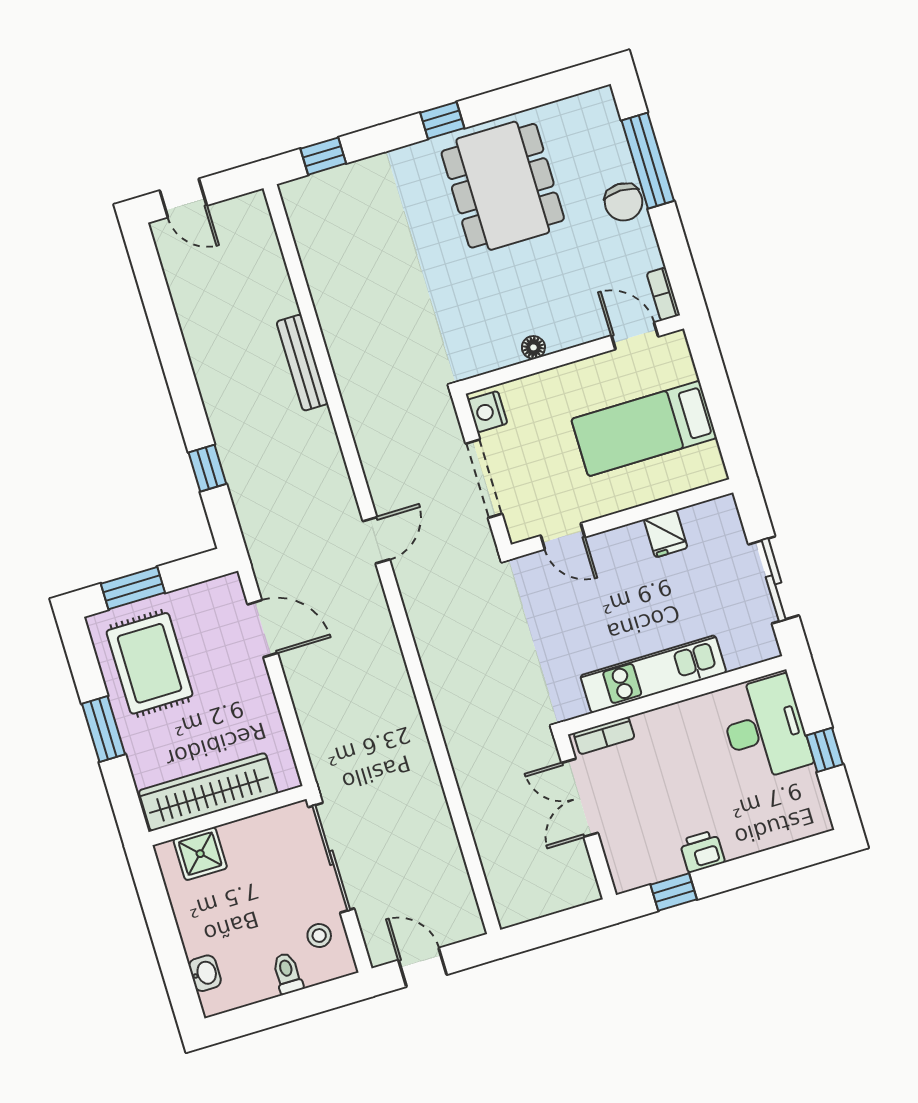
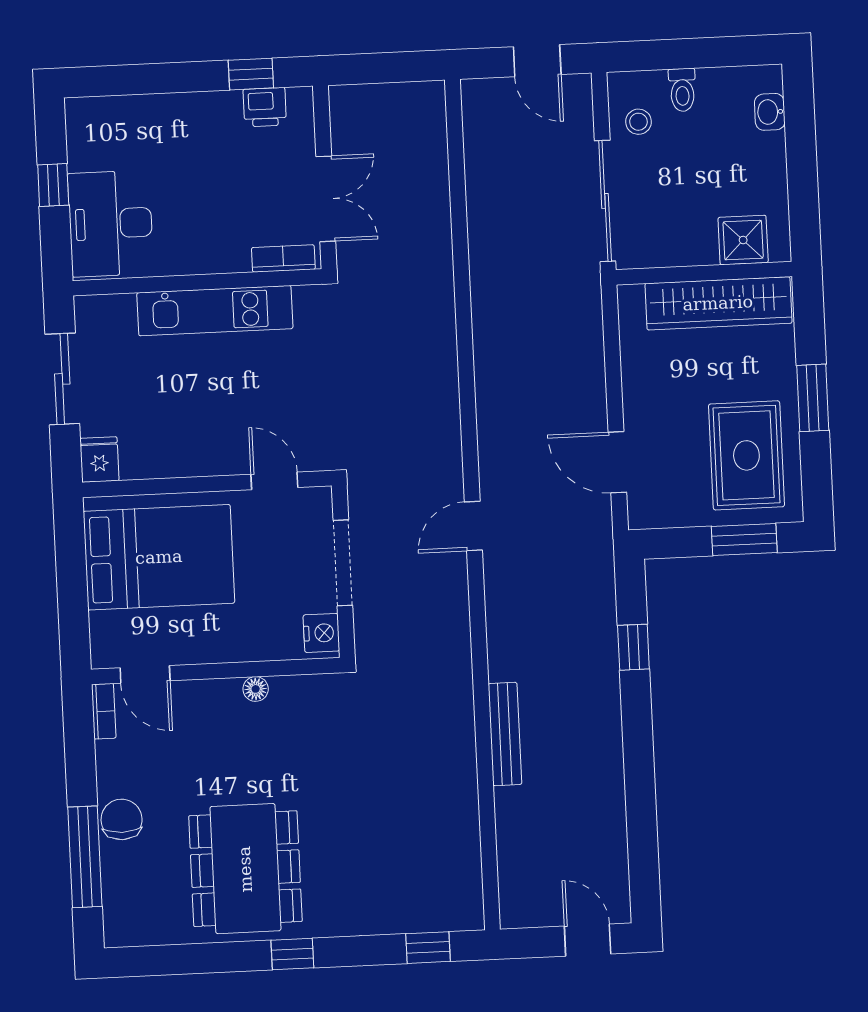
bed: (644, 428) -> (159, 557), width x1.50
fridge: (666, 534) -> (99, 460), moved
printer: (702, 851) -> (265, 107), moved

